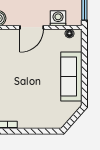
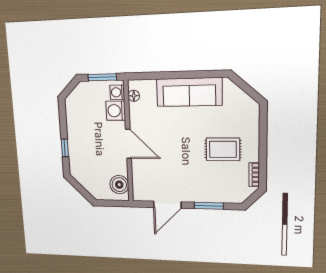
washing machine: (72, 20) -> (117, 92), added
rug: (27, 101) -> (223, 149), added

